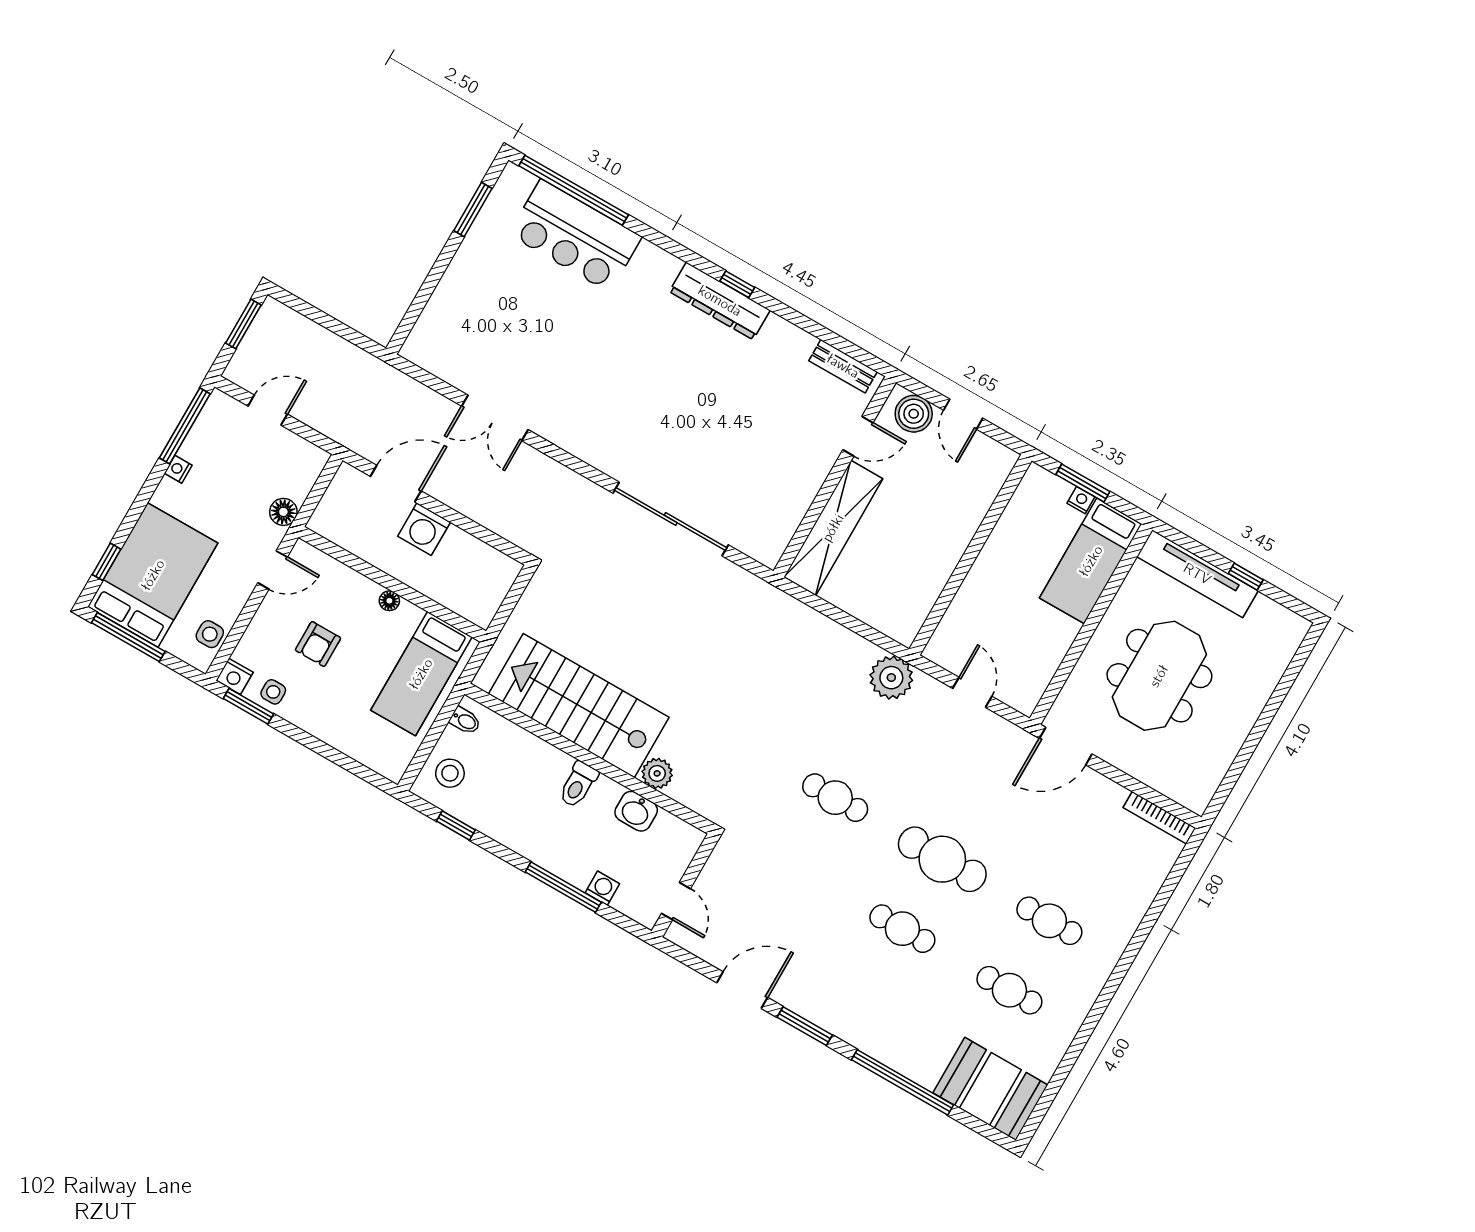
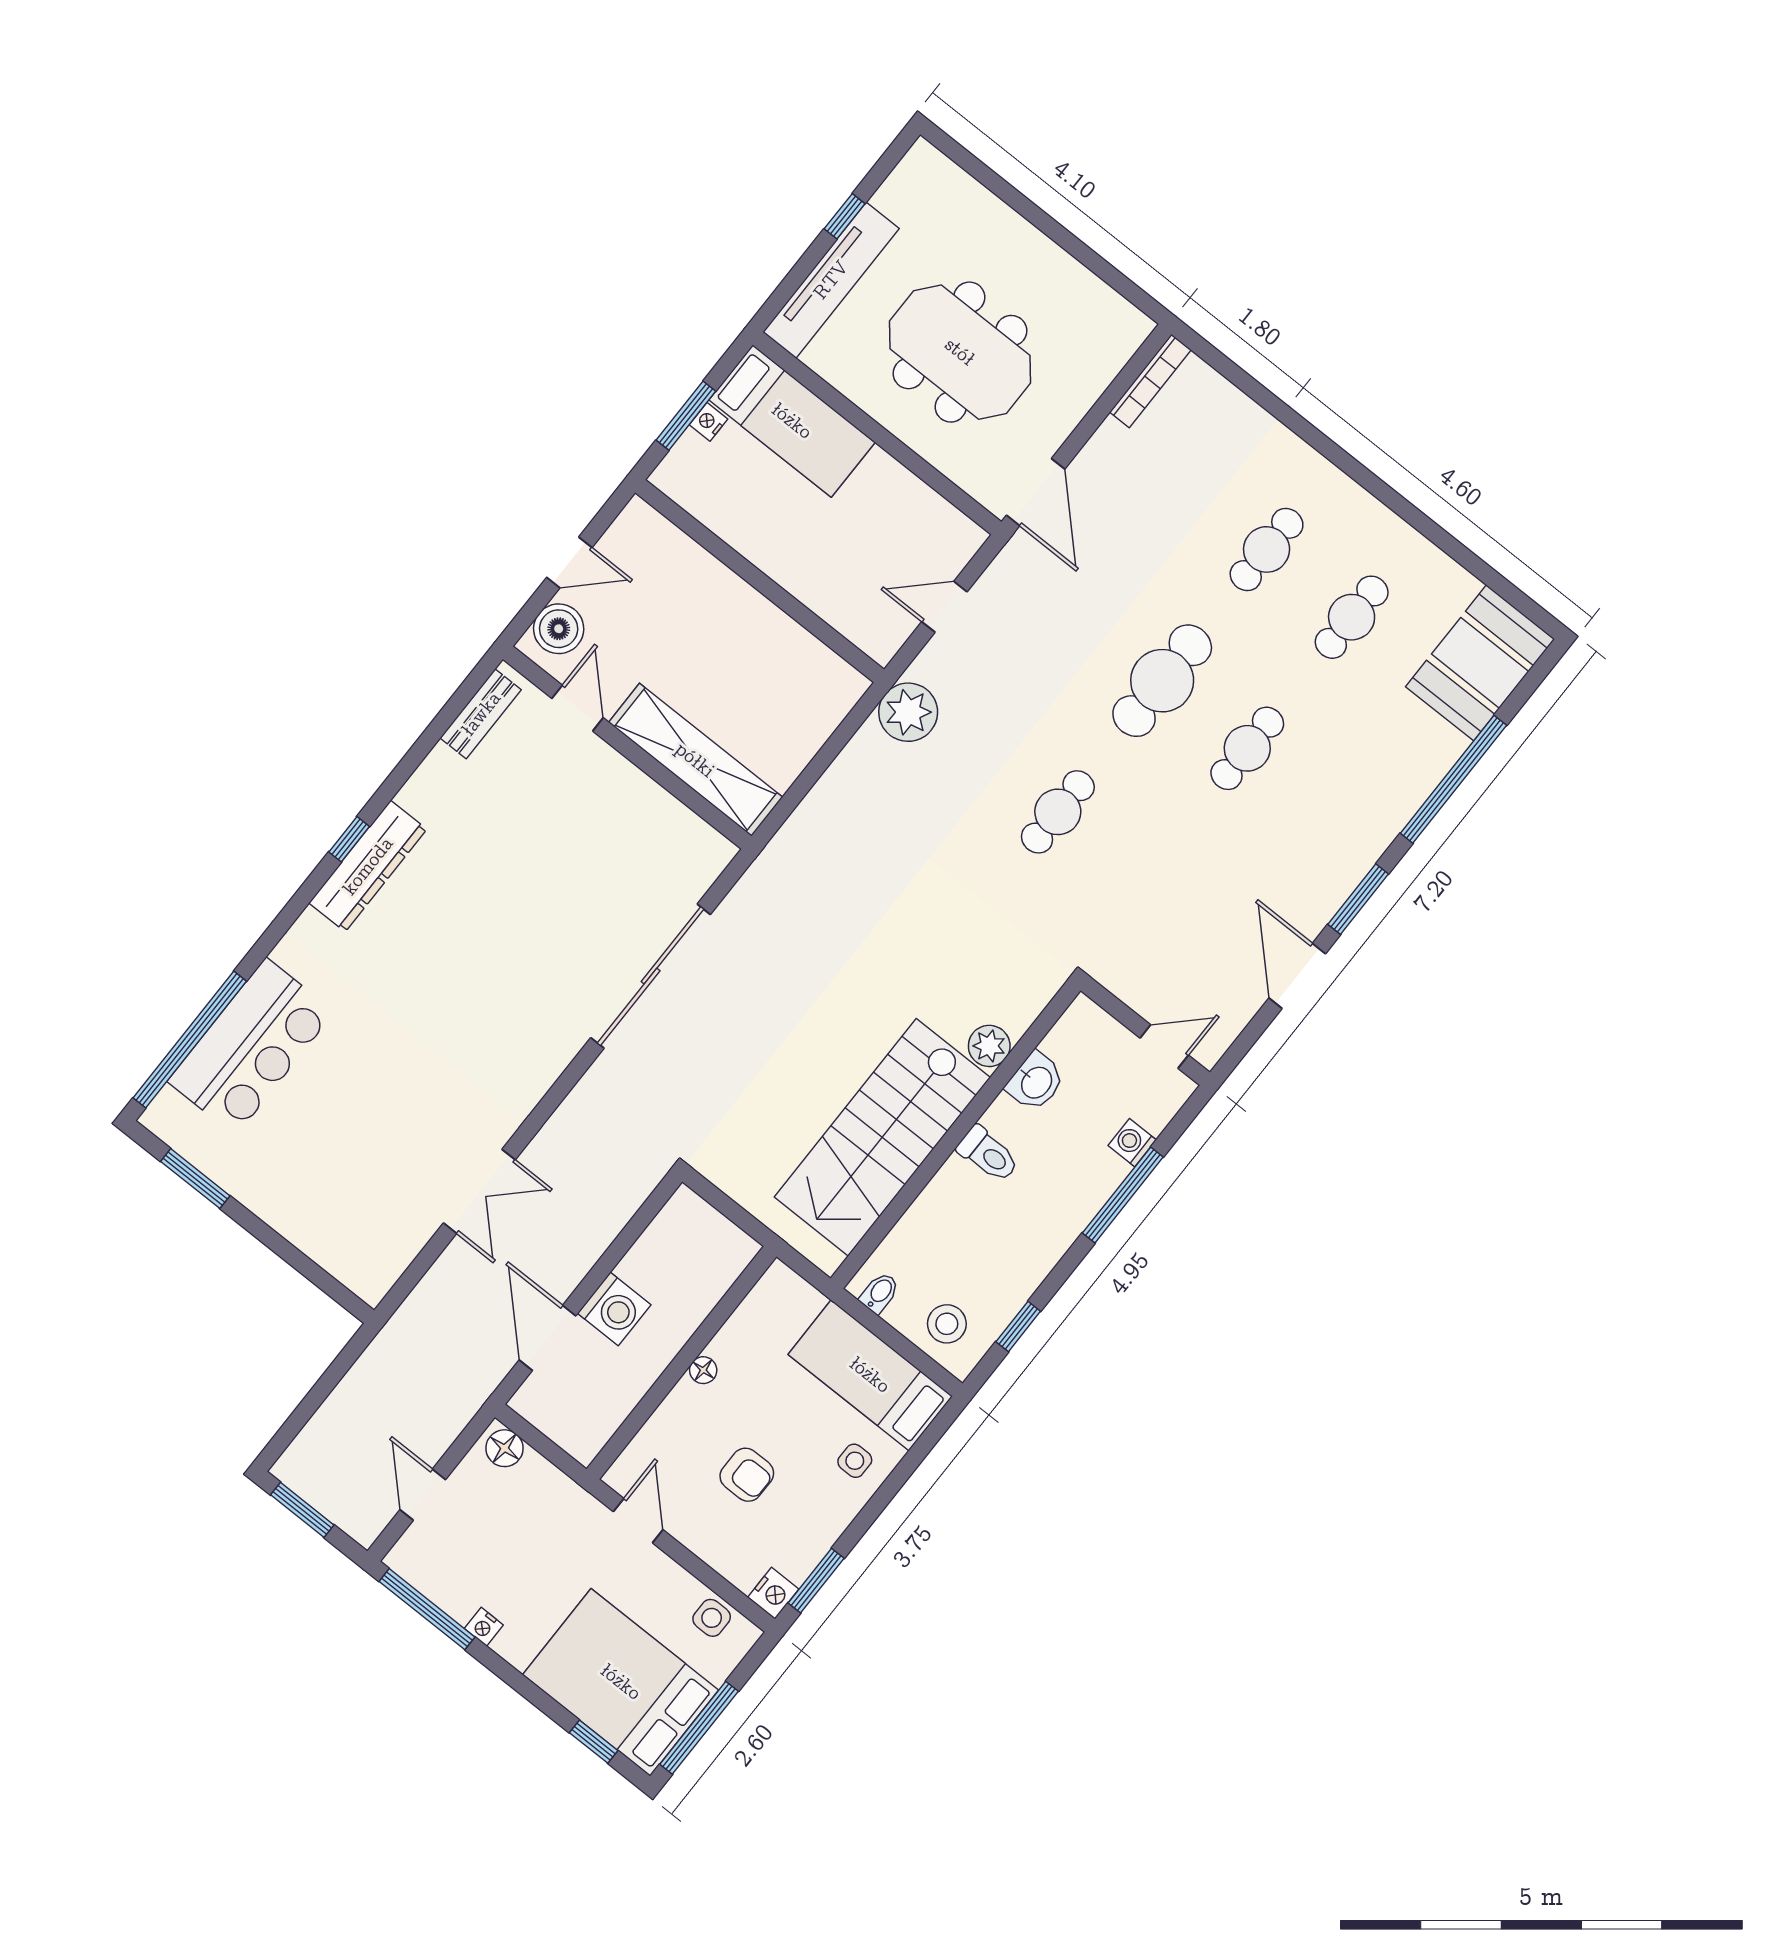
floor lamp: (283, 512) -> (505, 1448), moved
bed: (421, 674) -> (870, 1375), moved, turned 180
side table: (273, 692) -> (855, 1461), moved

